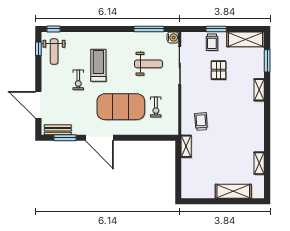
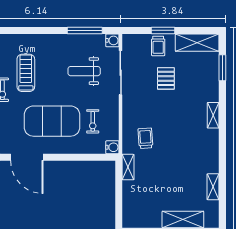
weight bench: (148, 64) -> (84, 71), turned 180
shelving: (259, 90) -> (213, 115), moved
water cooler: (173, 129) -> (112, 147), added

